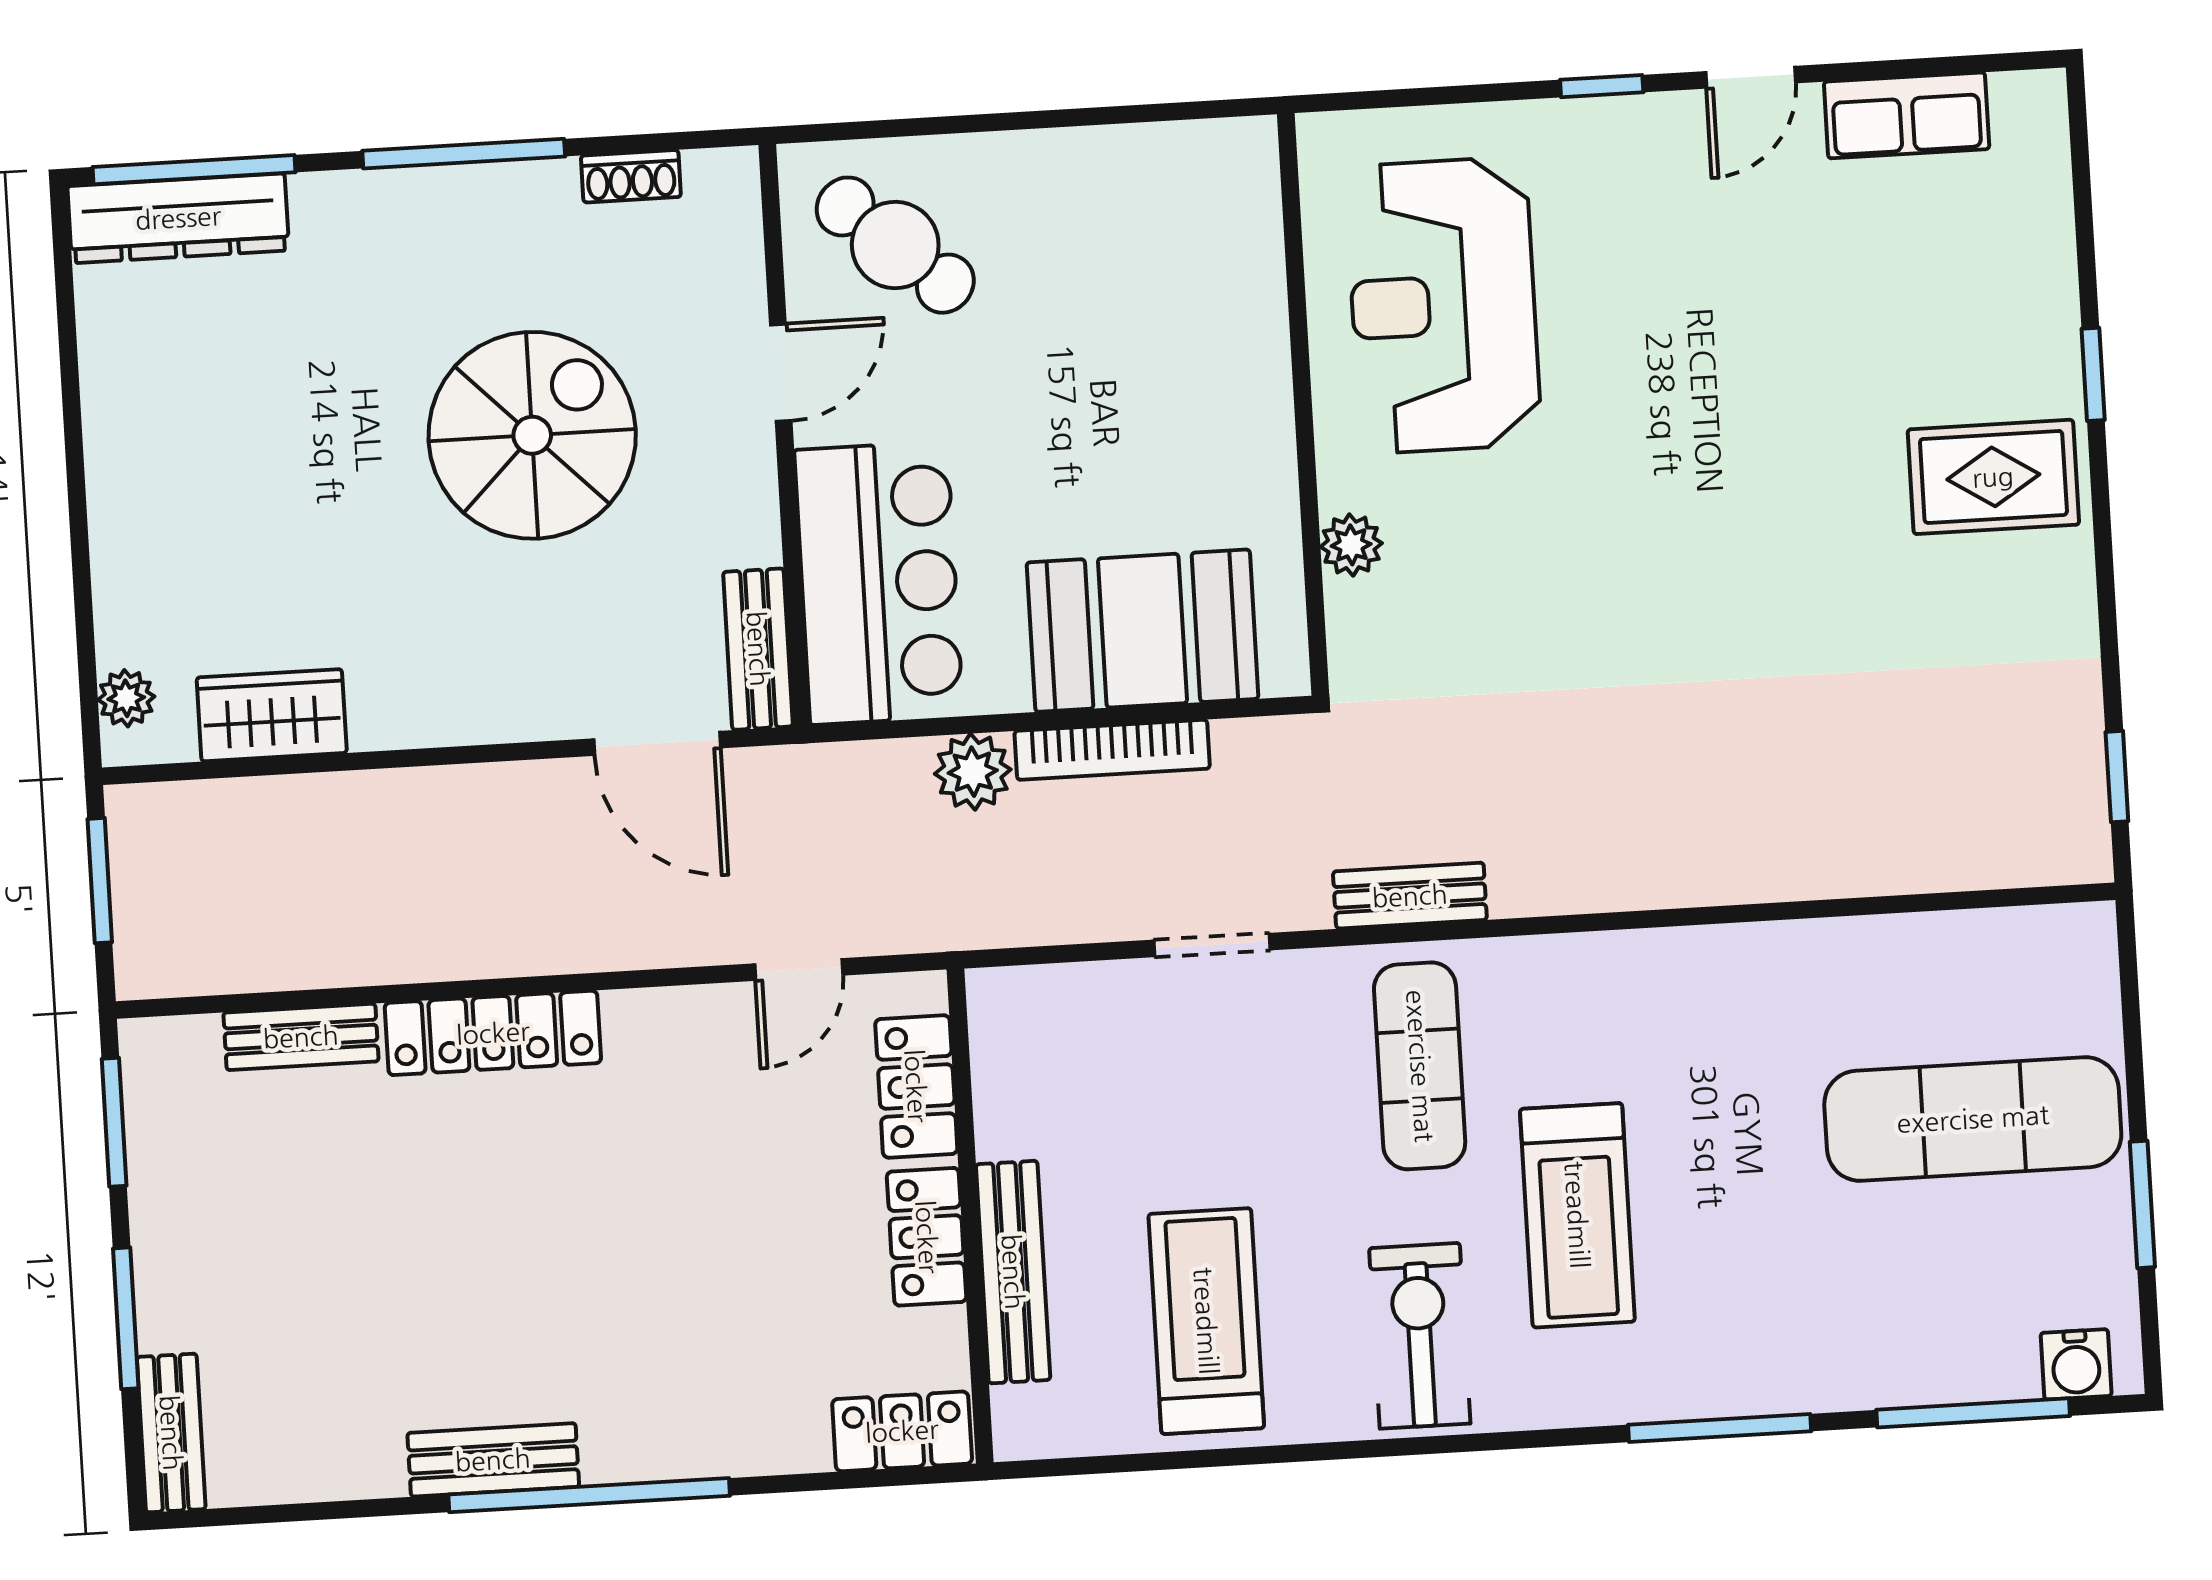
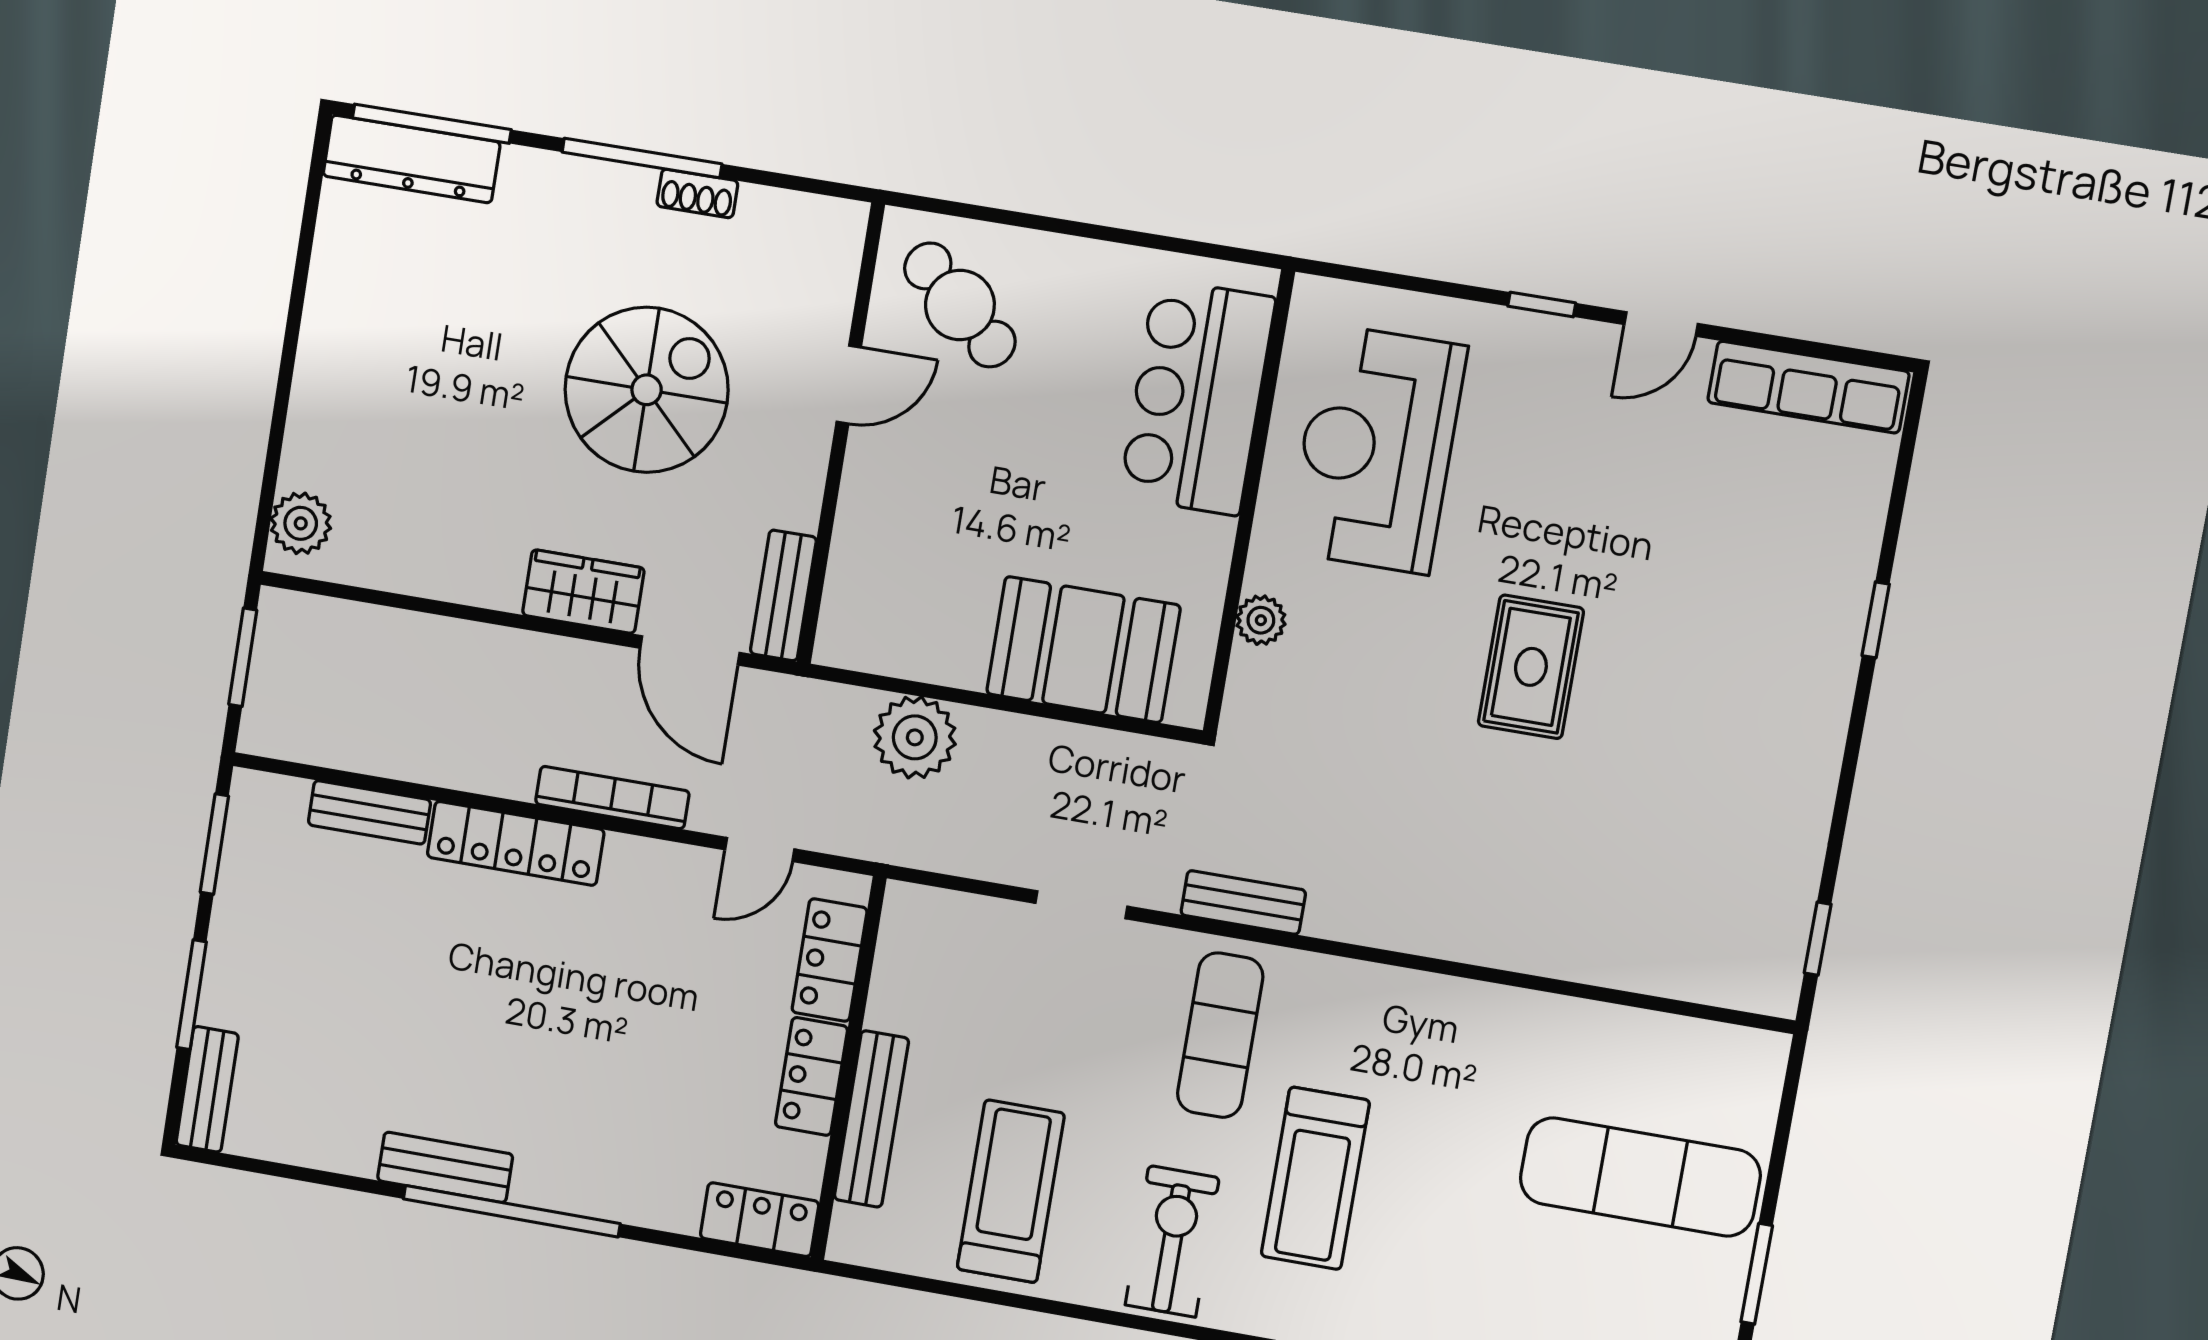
row of seats: (1907, 115) -> (1808, 387), width x1.48
shoe rack: (631, 176) -> (697, 193), moved
rug: (1993, 477) -> (1531, 667), moved, turned 90
bar counter: (879, 583) -> (1197, 397), moved, turned 180
plant: (126, 698) -> (301, 523), width x1.38, depth x1.38
wardrobe: (272, 715) -> (583, 592), moved
bookcase: (1112, 750) -> (612, 798), moved, turned 180
plant: (973, 772) -> (915, 737), width x1.36, depth x1.36

